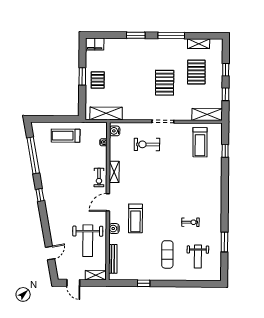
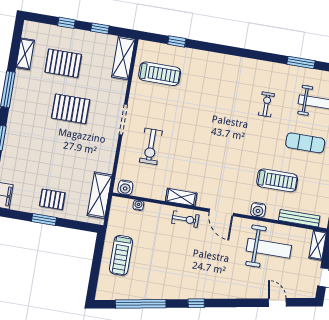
treadmill: (135, 218) -> (277, 180), moved

